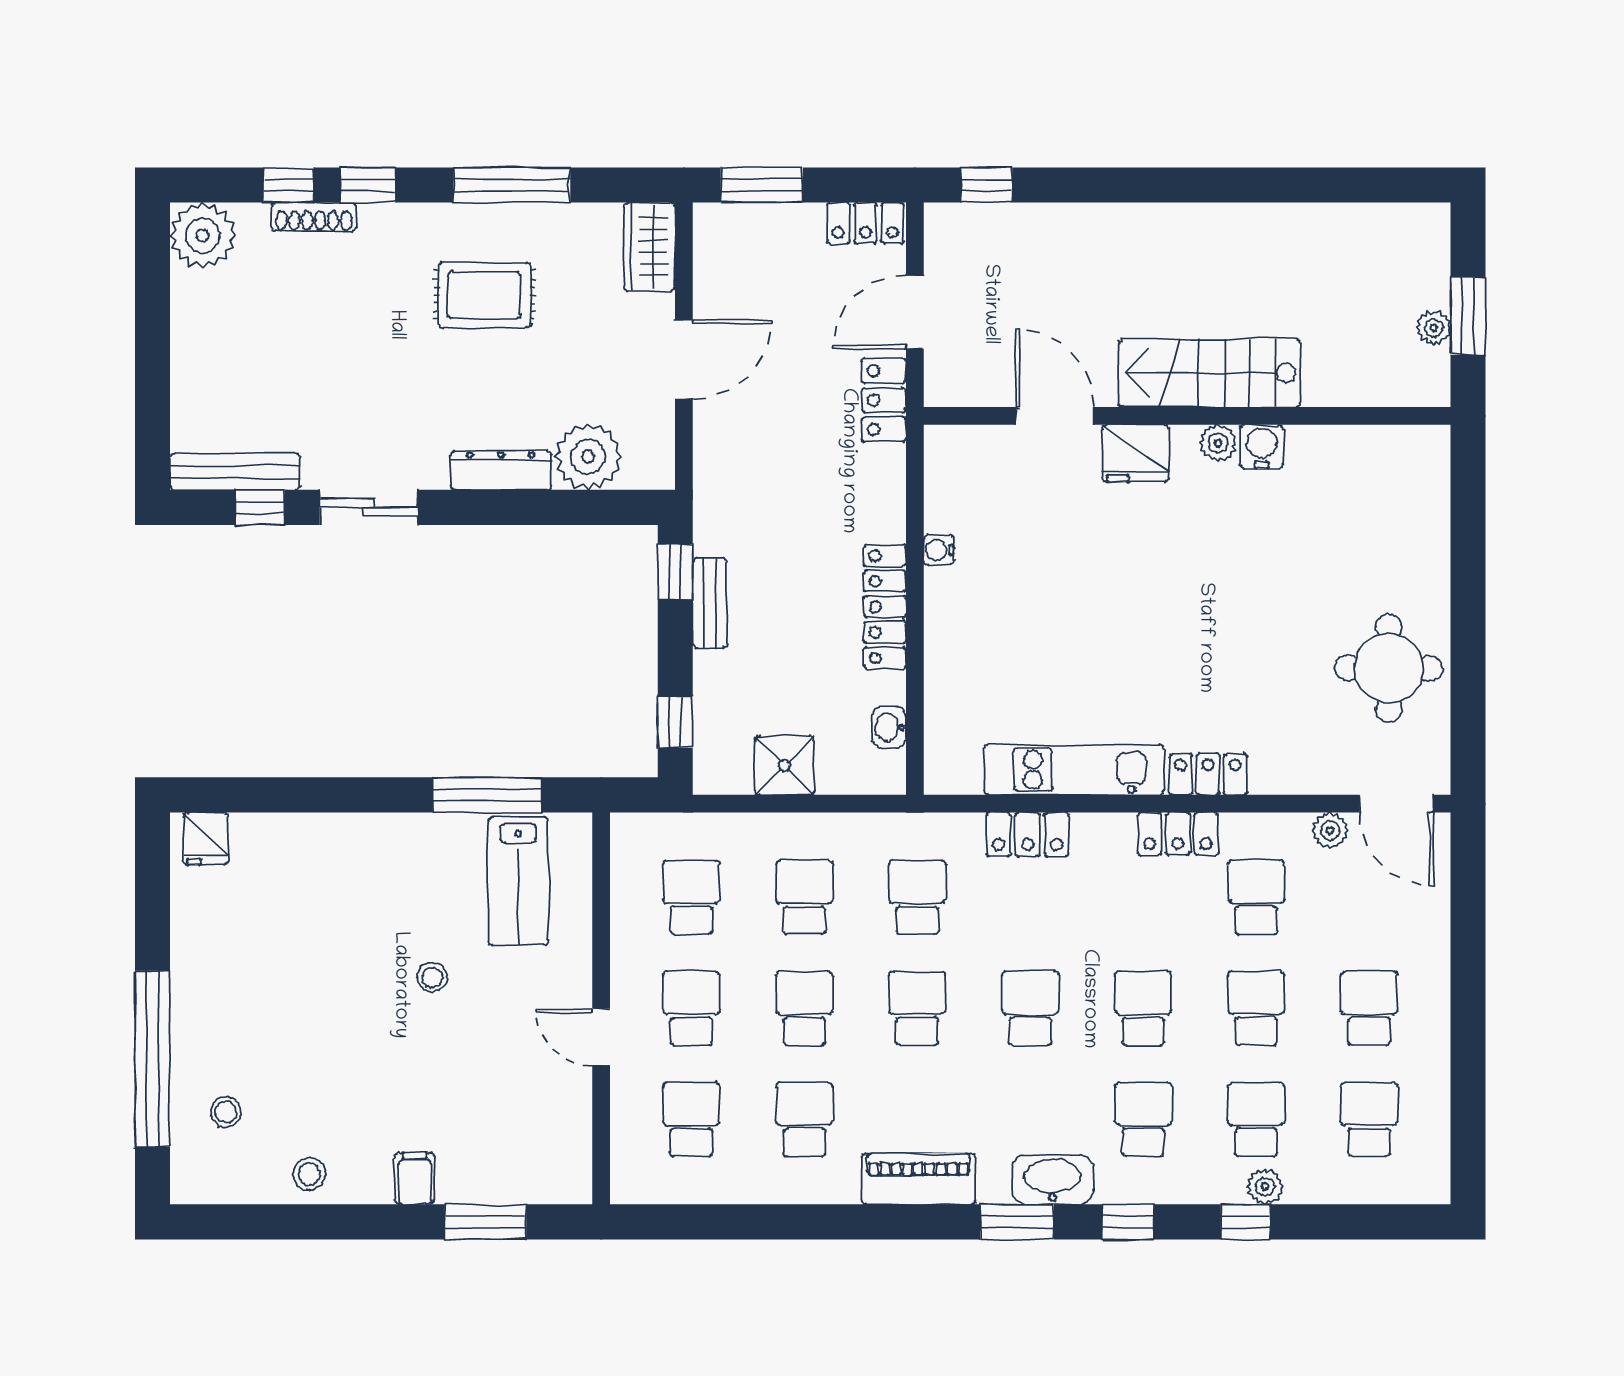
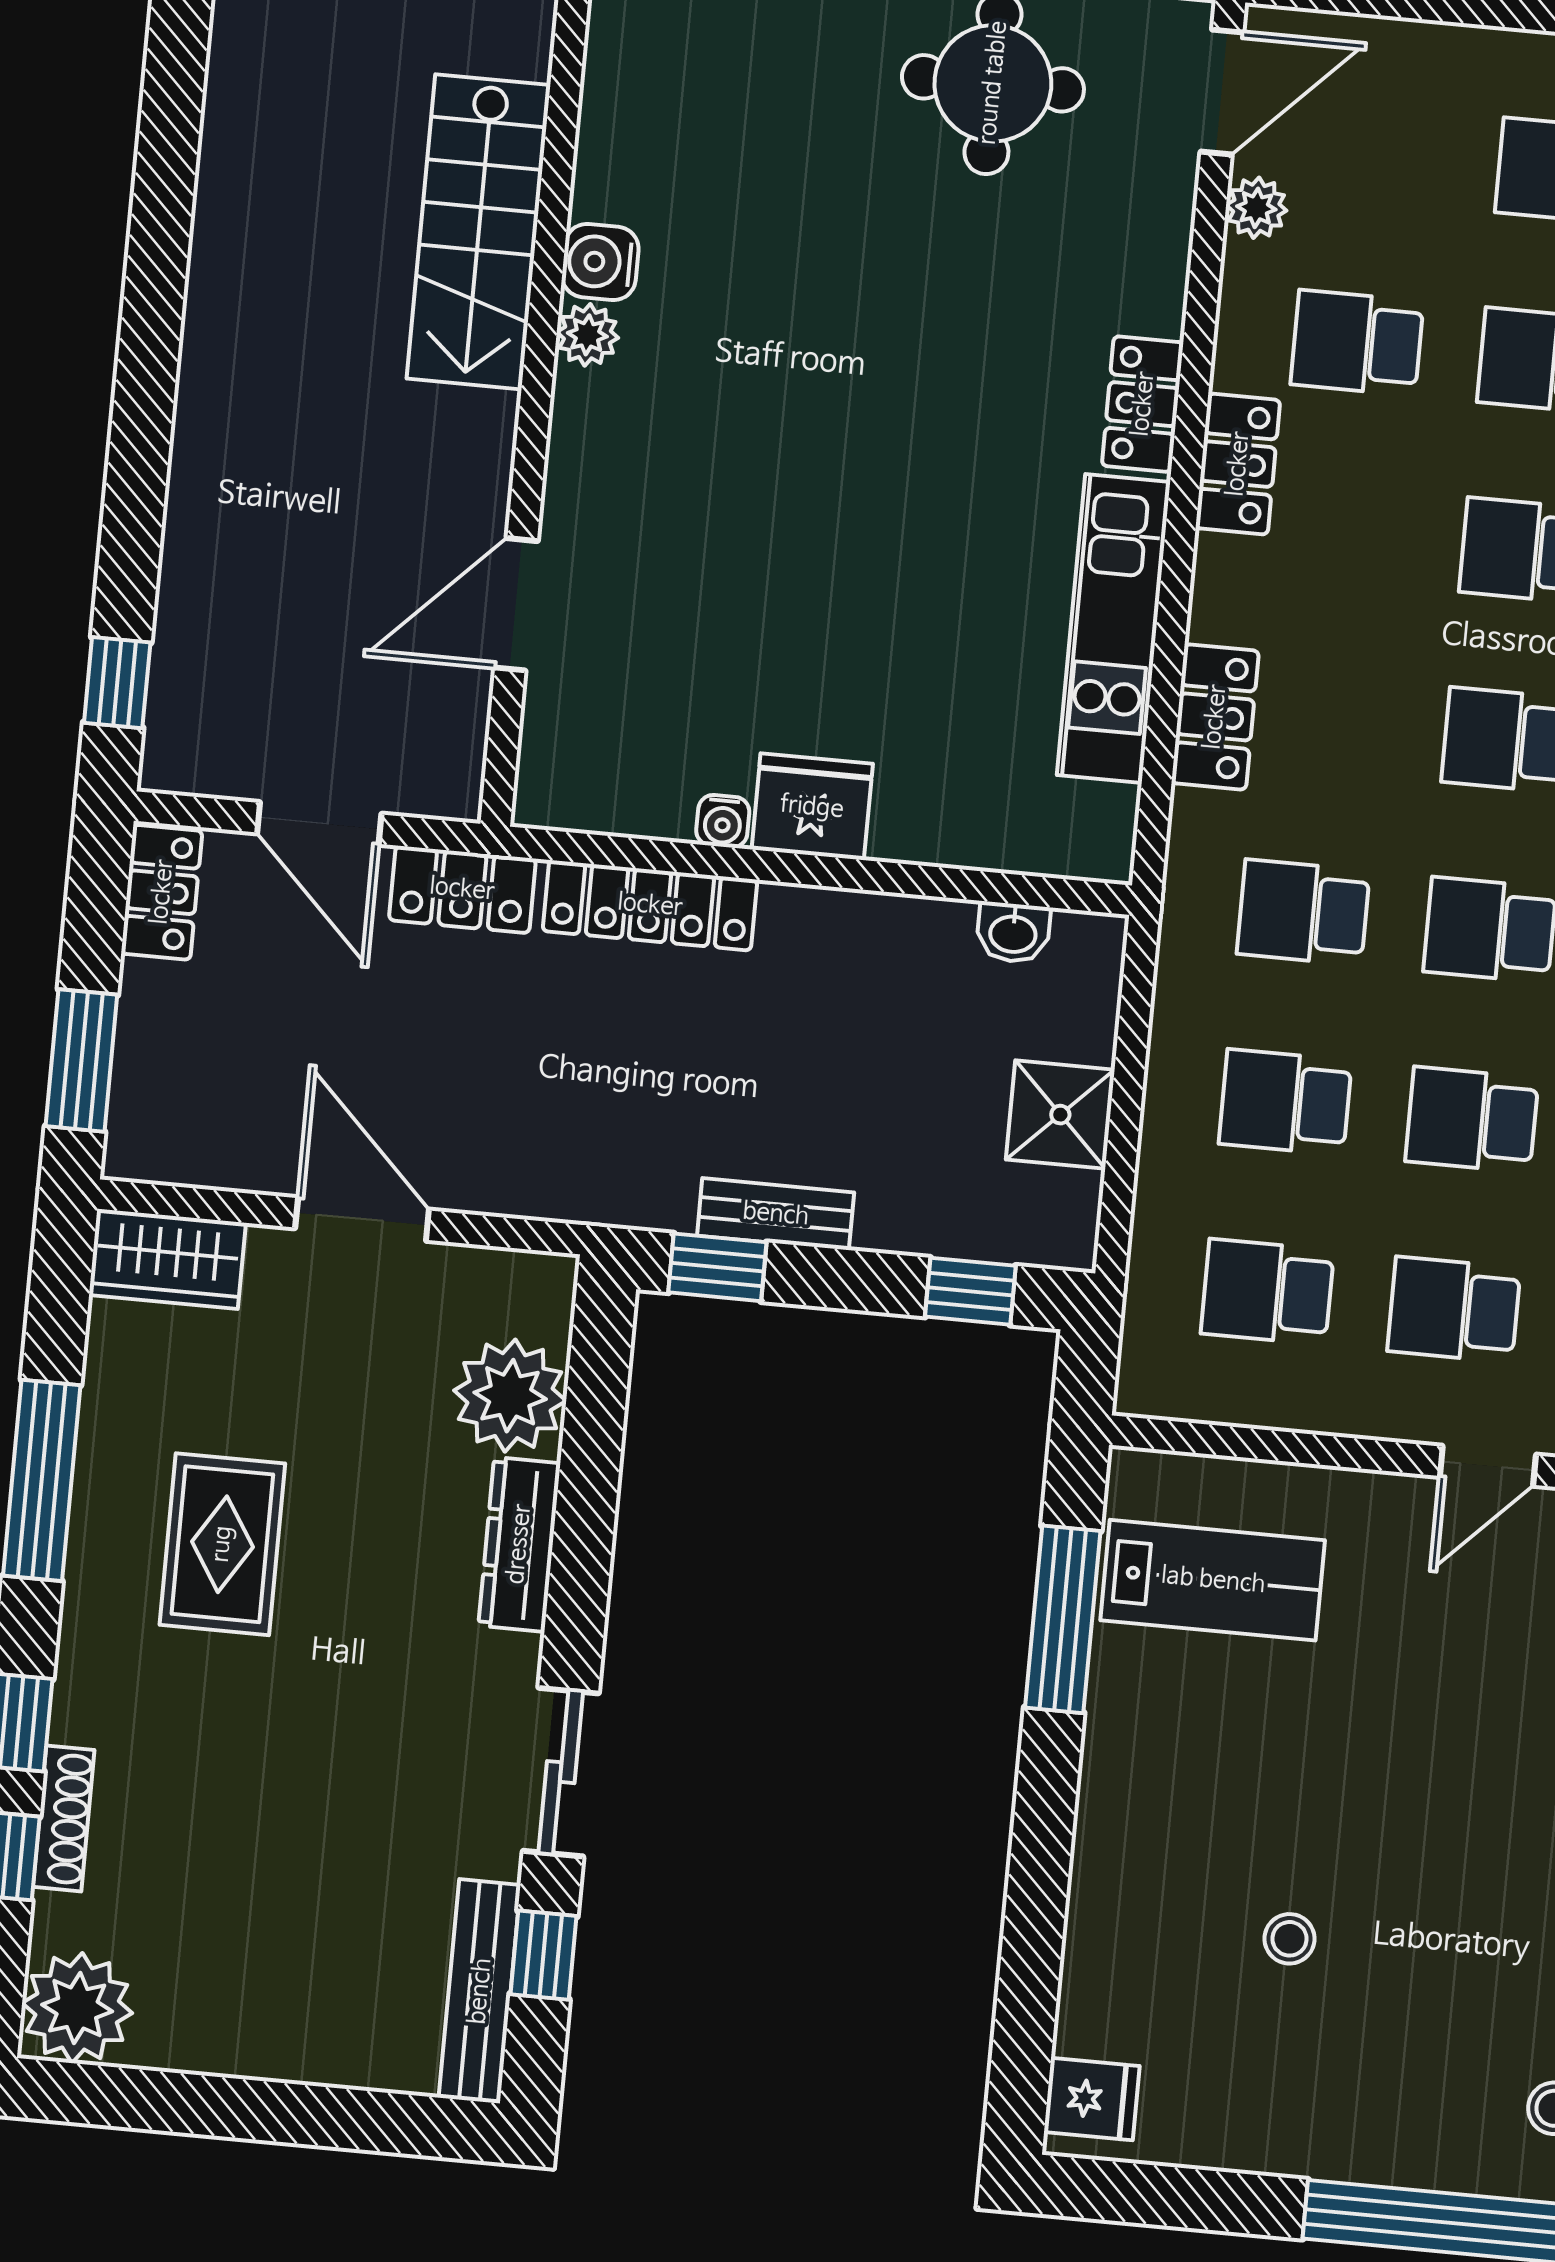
stairs: (1210, 373) -> (479, 232), moved
fridge: (1135, 453) -> (812, 807), moved, turned -90
locker: (885, 607) -> (650, 905), moved
stool: (433, 977) -> (1289, 1939), moved

